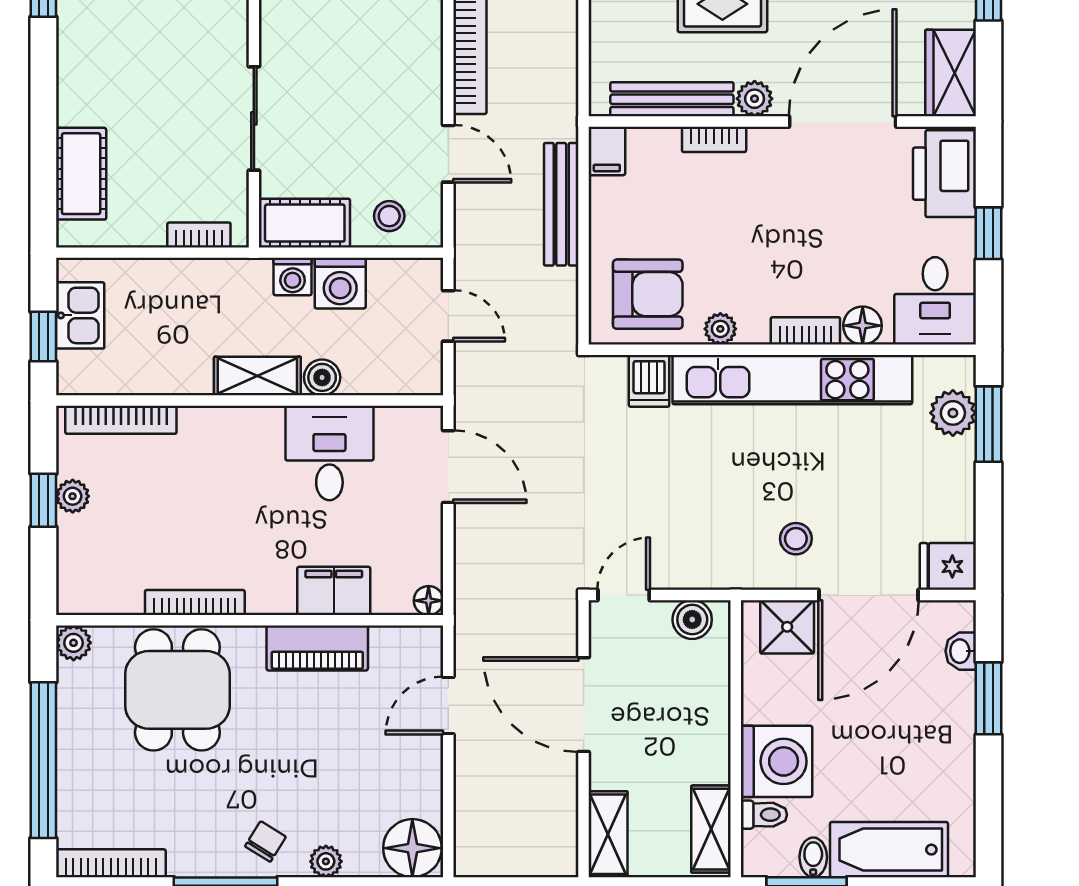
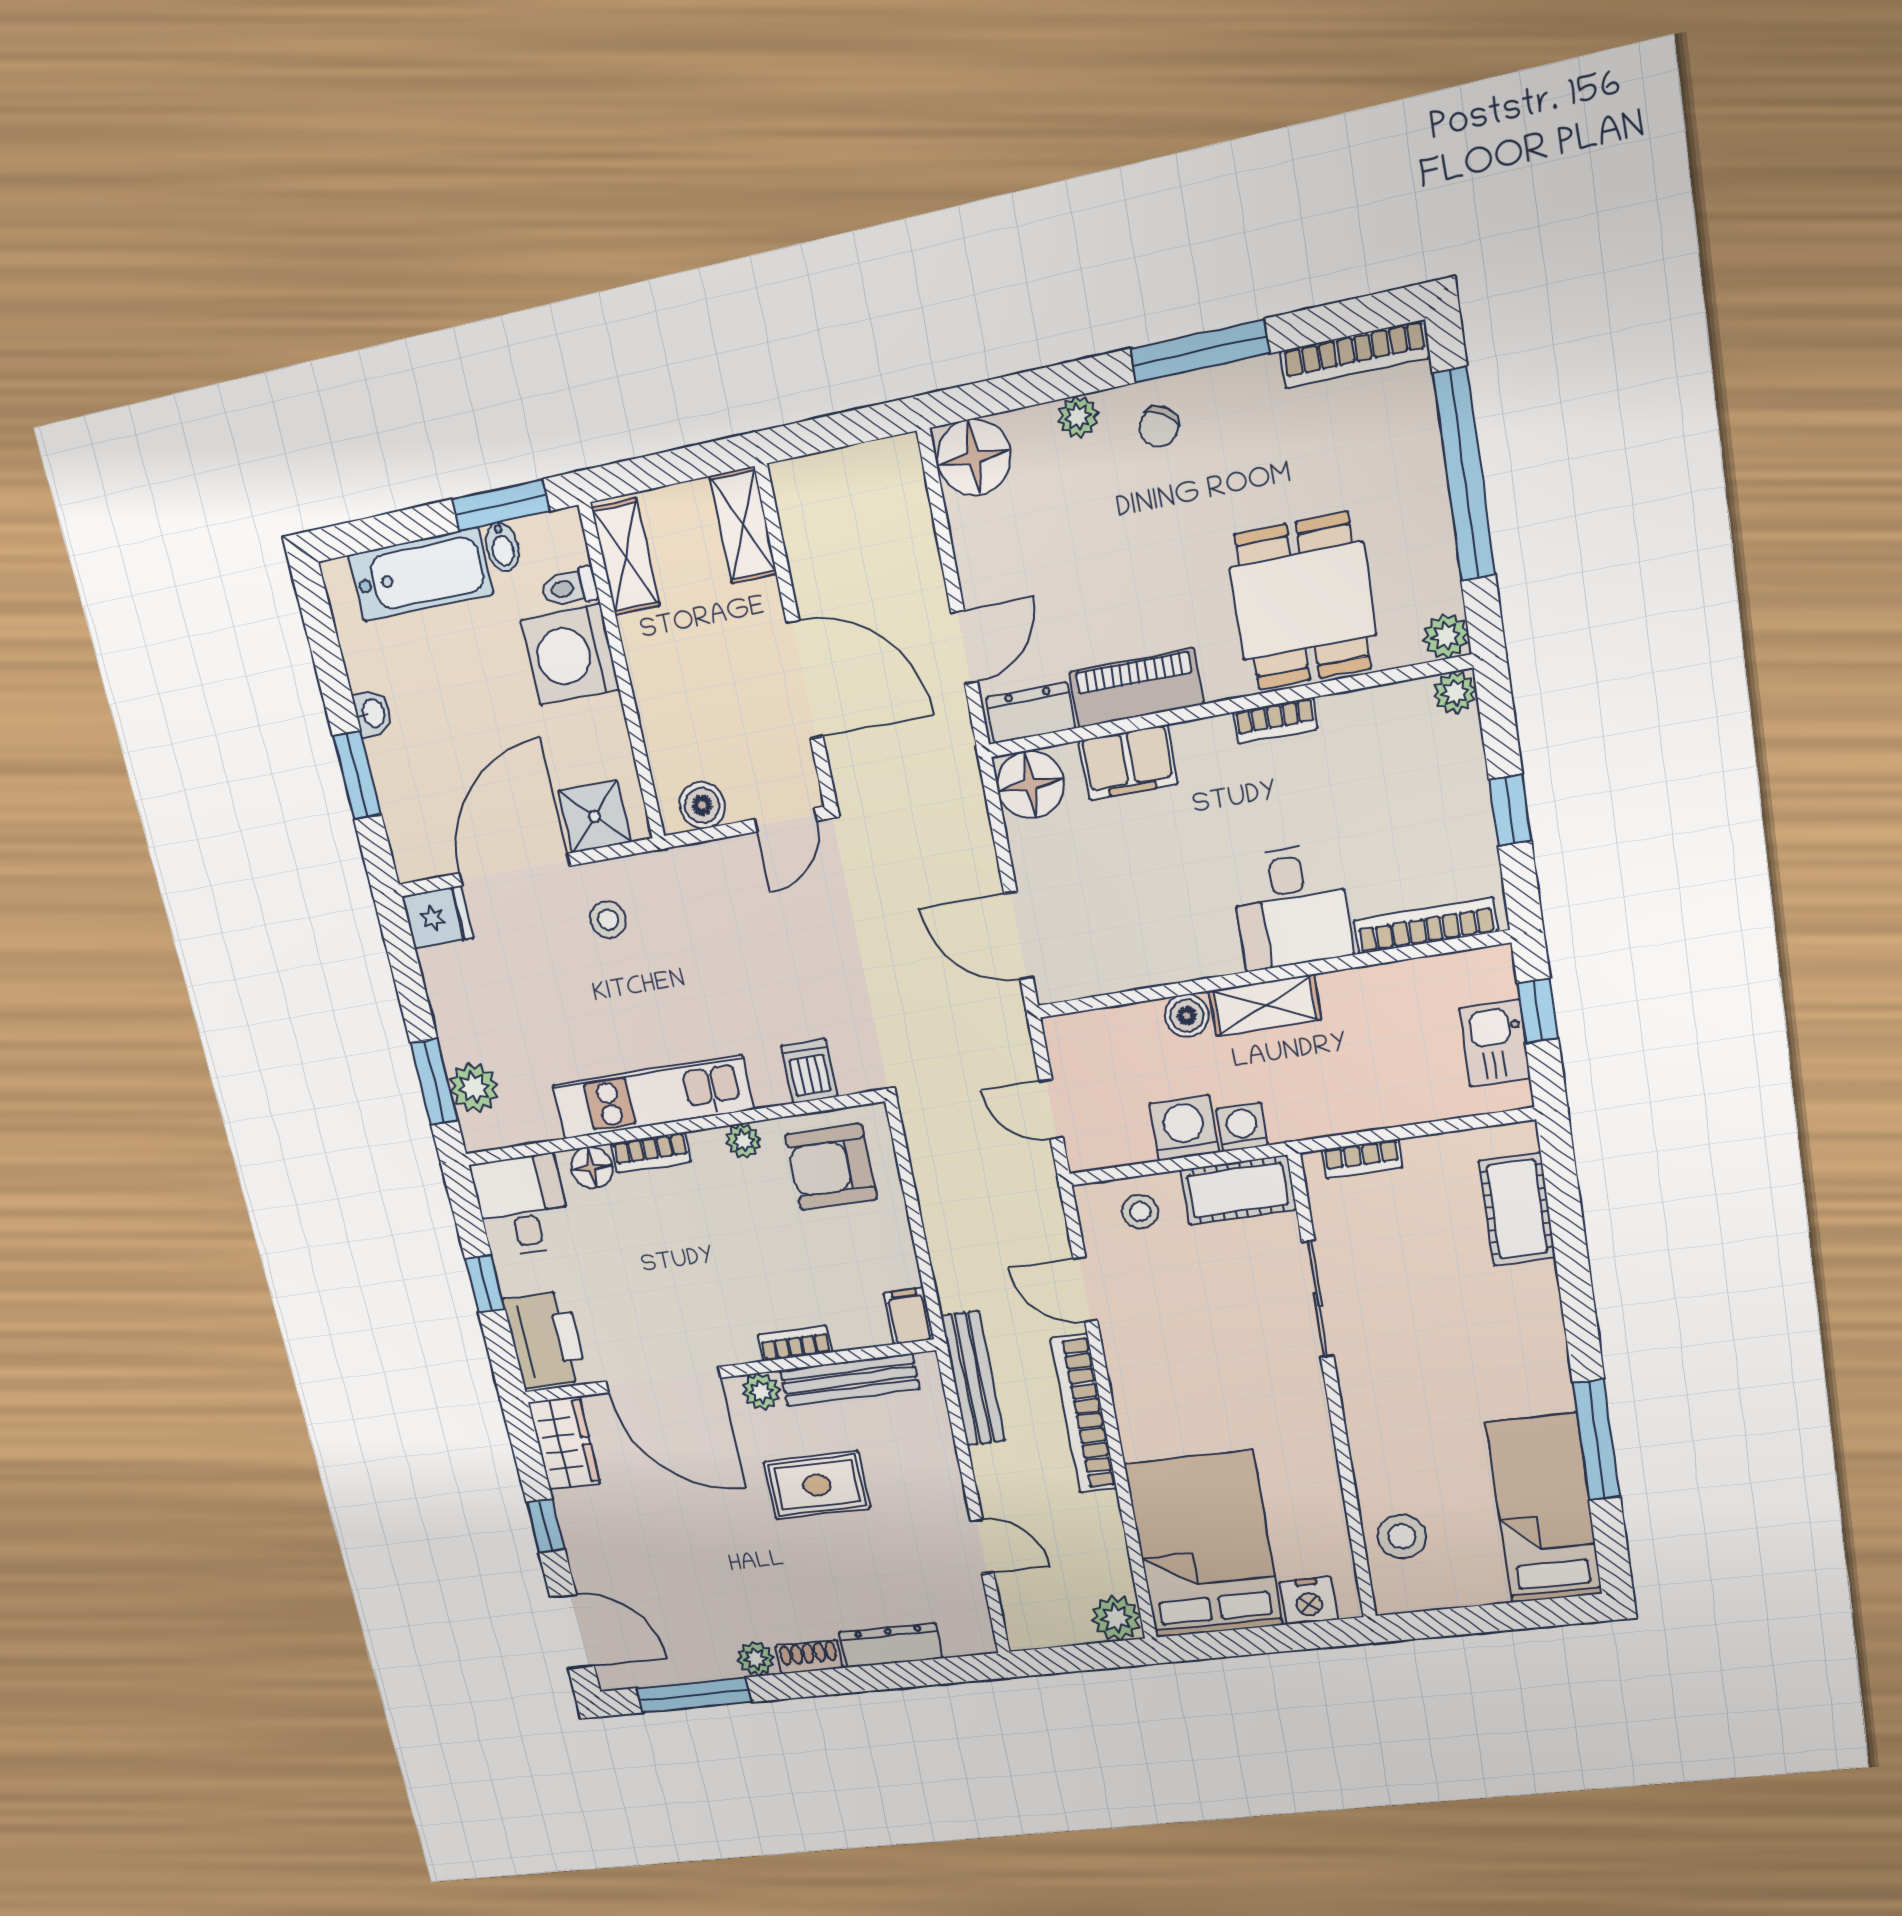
door: (843, 122) -> (663, 1380), hinge flipped
bench: (561, 204) -> (973, 1378), moved
kitchen unit: (792, 380) -> (653, 1097), width x0.73
desk: (329, 453) -> (1291, 907), moved
plant: (73, 496) -> (1455, 693), moved
floor lamp: (429, 601) -> (1030, 784), width x1.89, depth x1.89
bookcase: (195, 603) -> (1275, 721), width x0.64
dresser: (405, 644) -> (1031, 713), added
washbasin: (961, 651) -> (373, 713), moved

